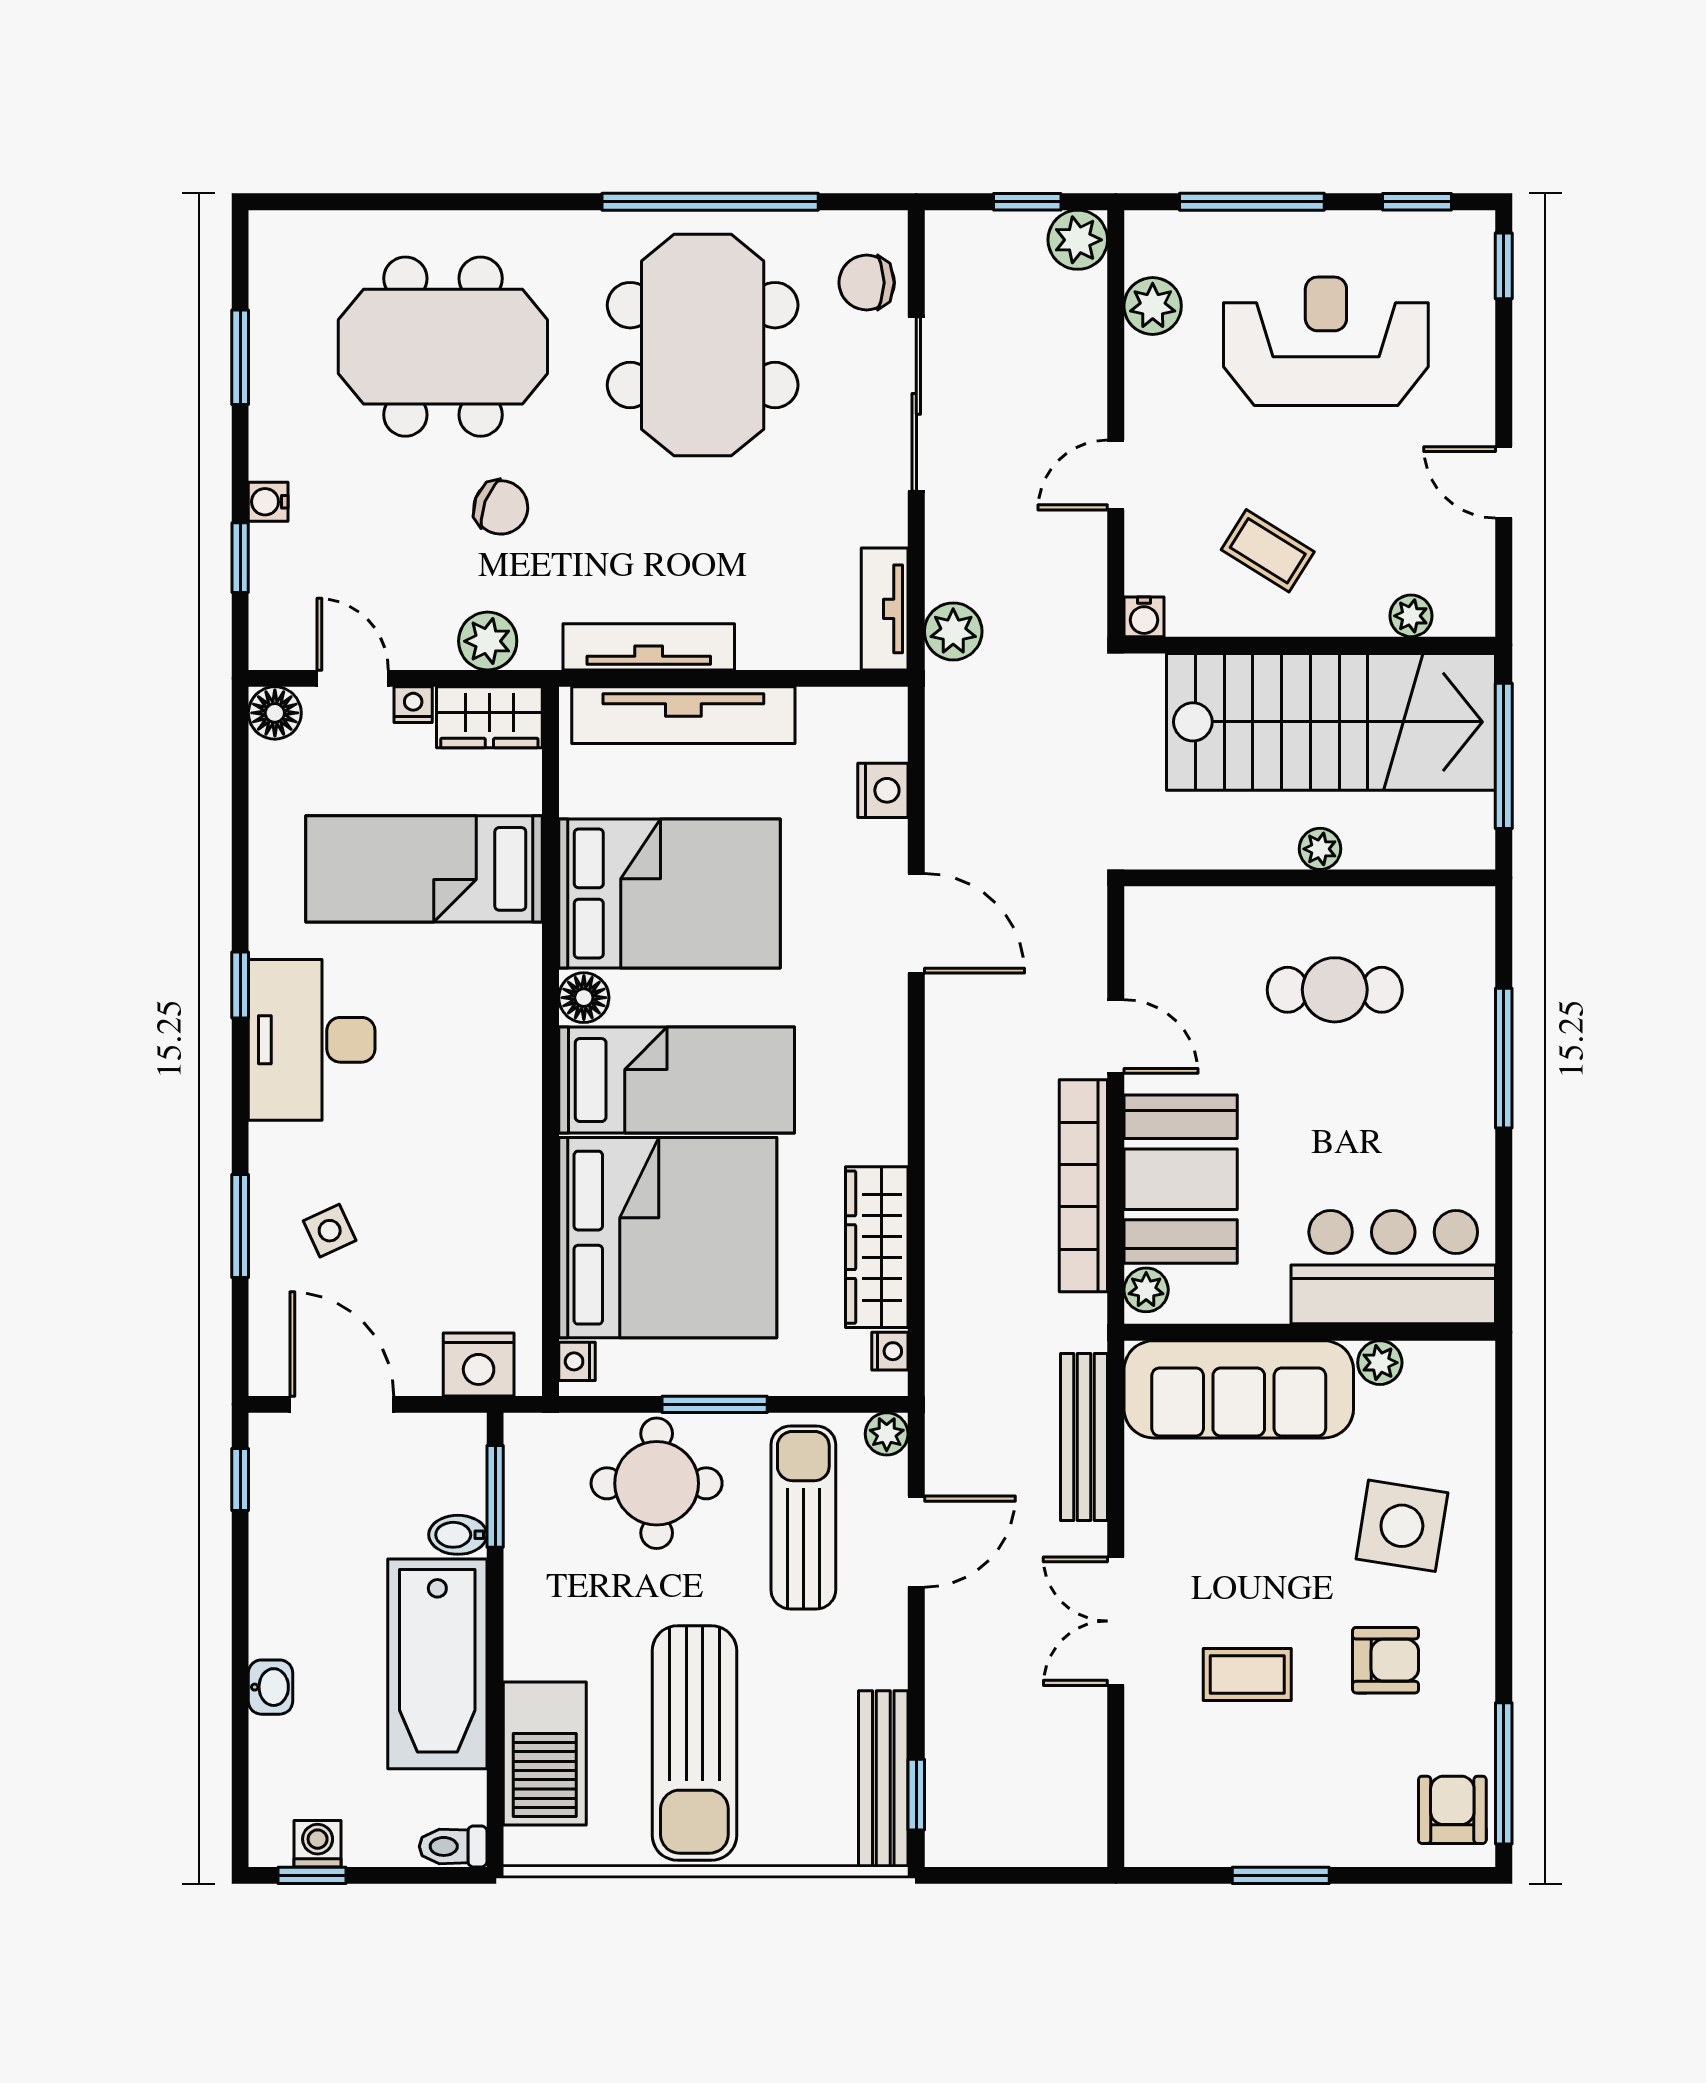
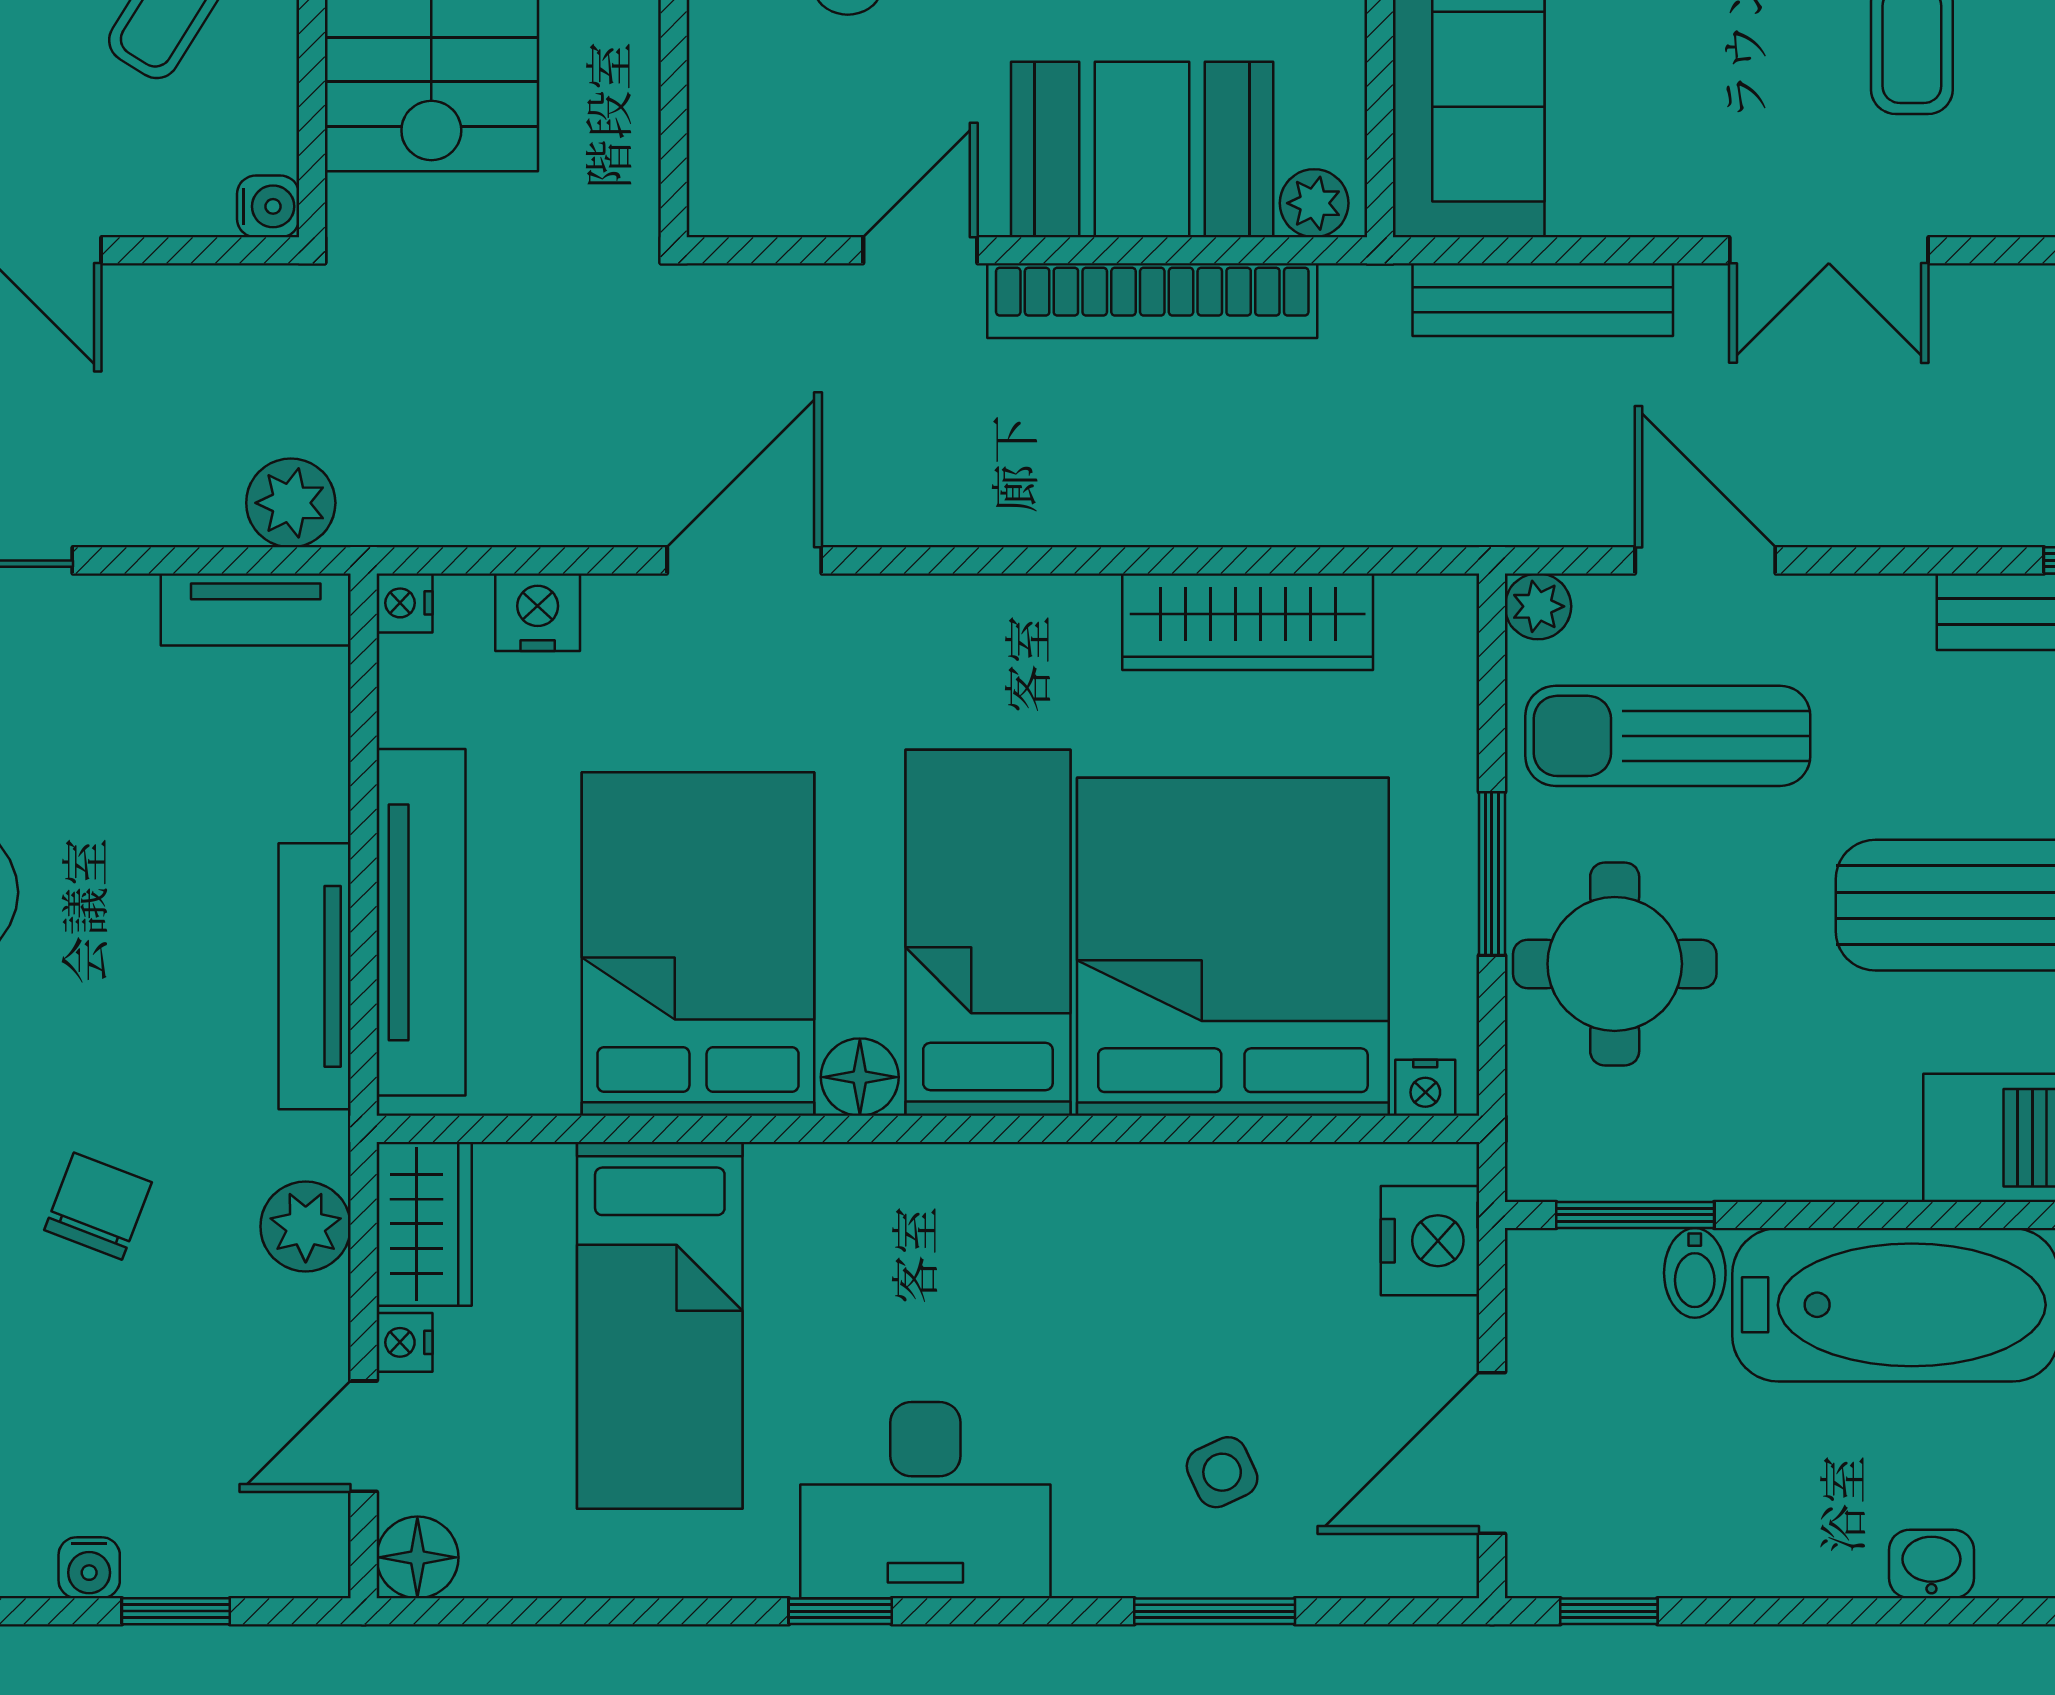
nightstand: (890, 1351) -> (405, 603), moved, turned -90

